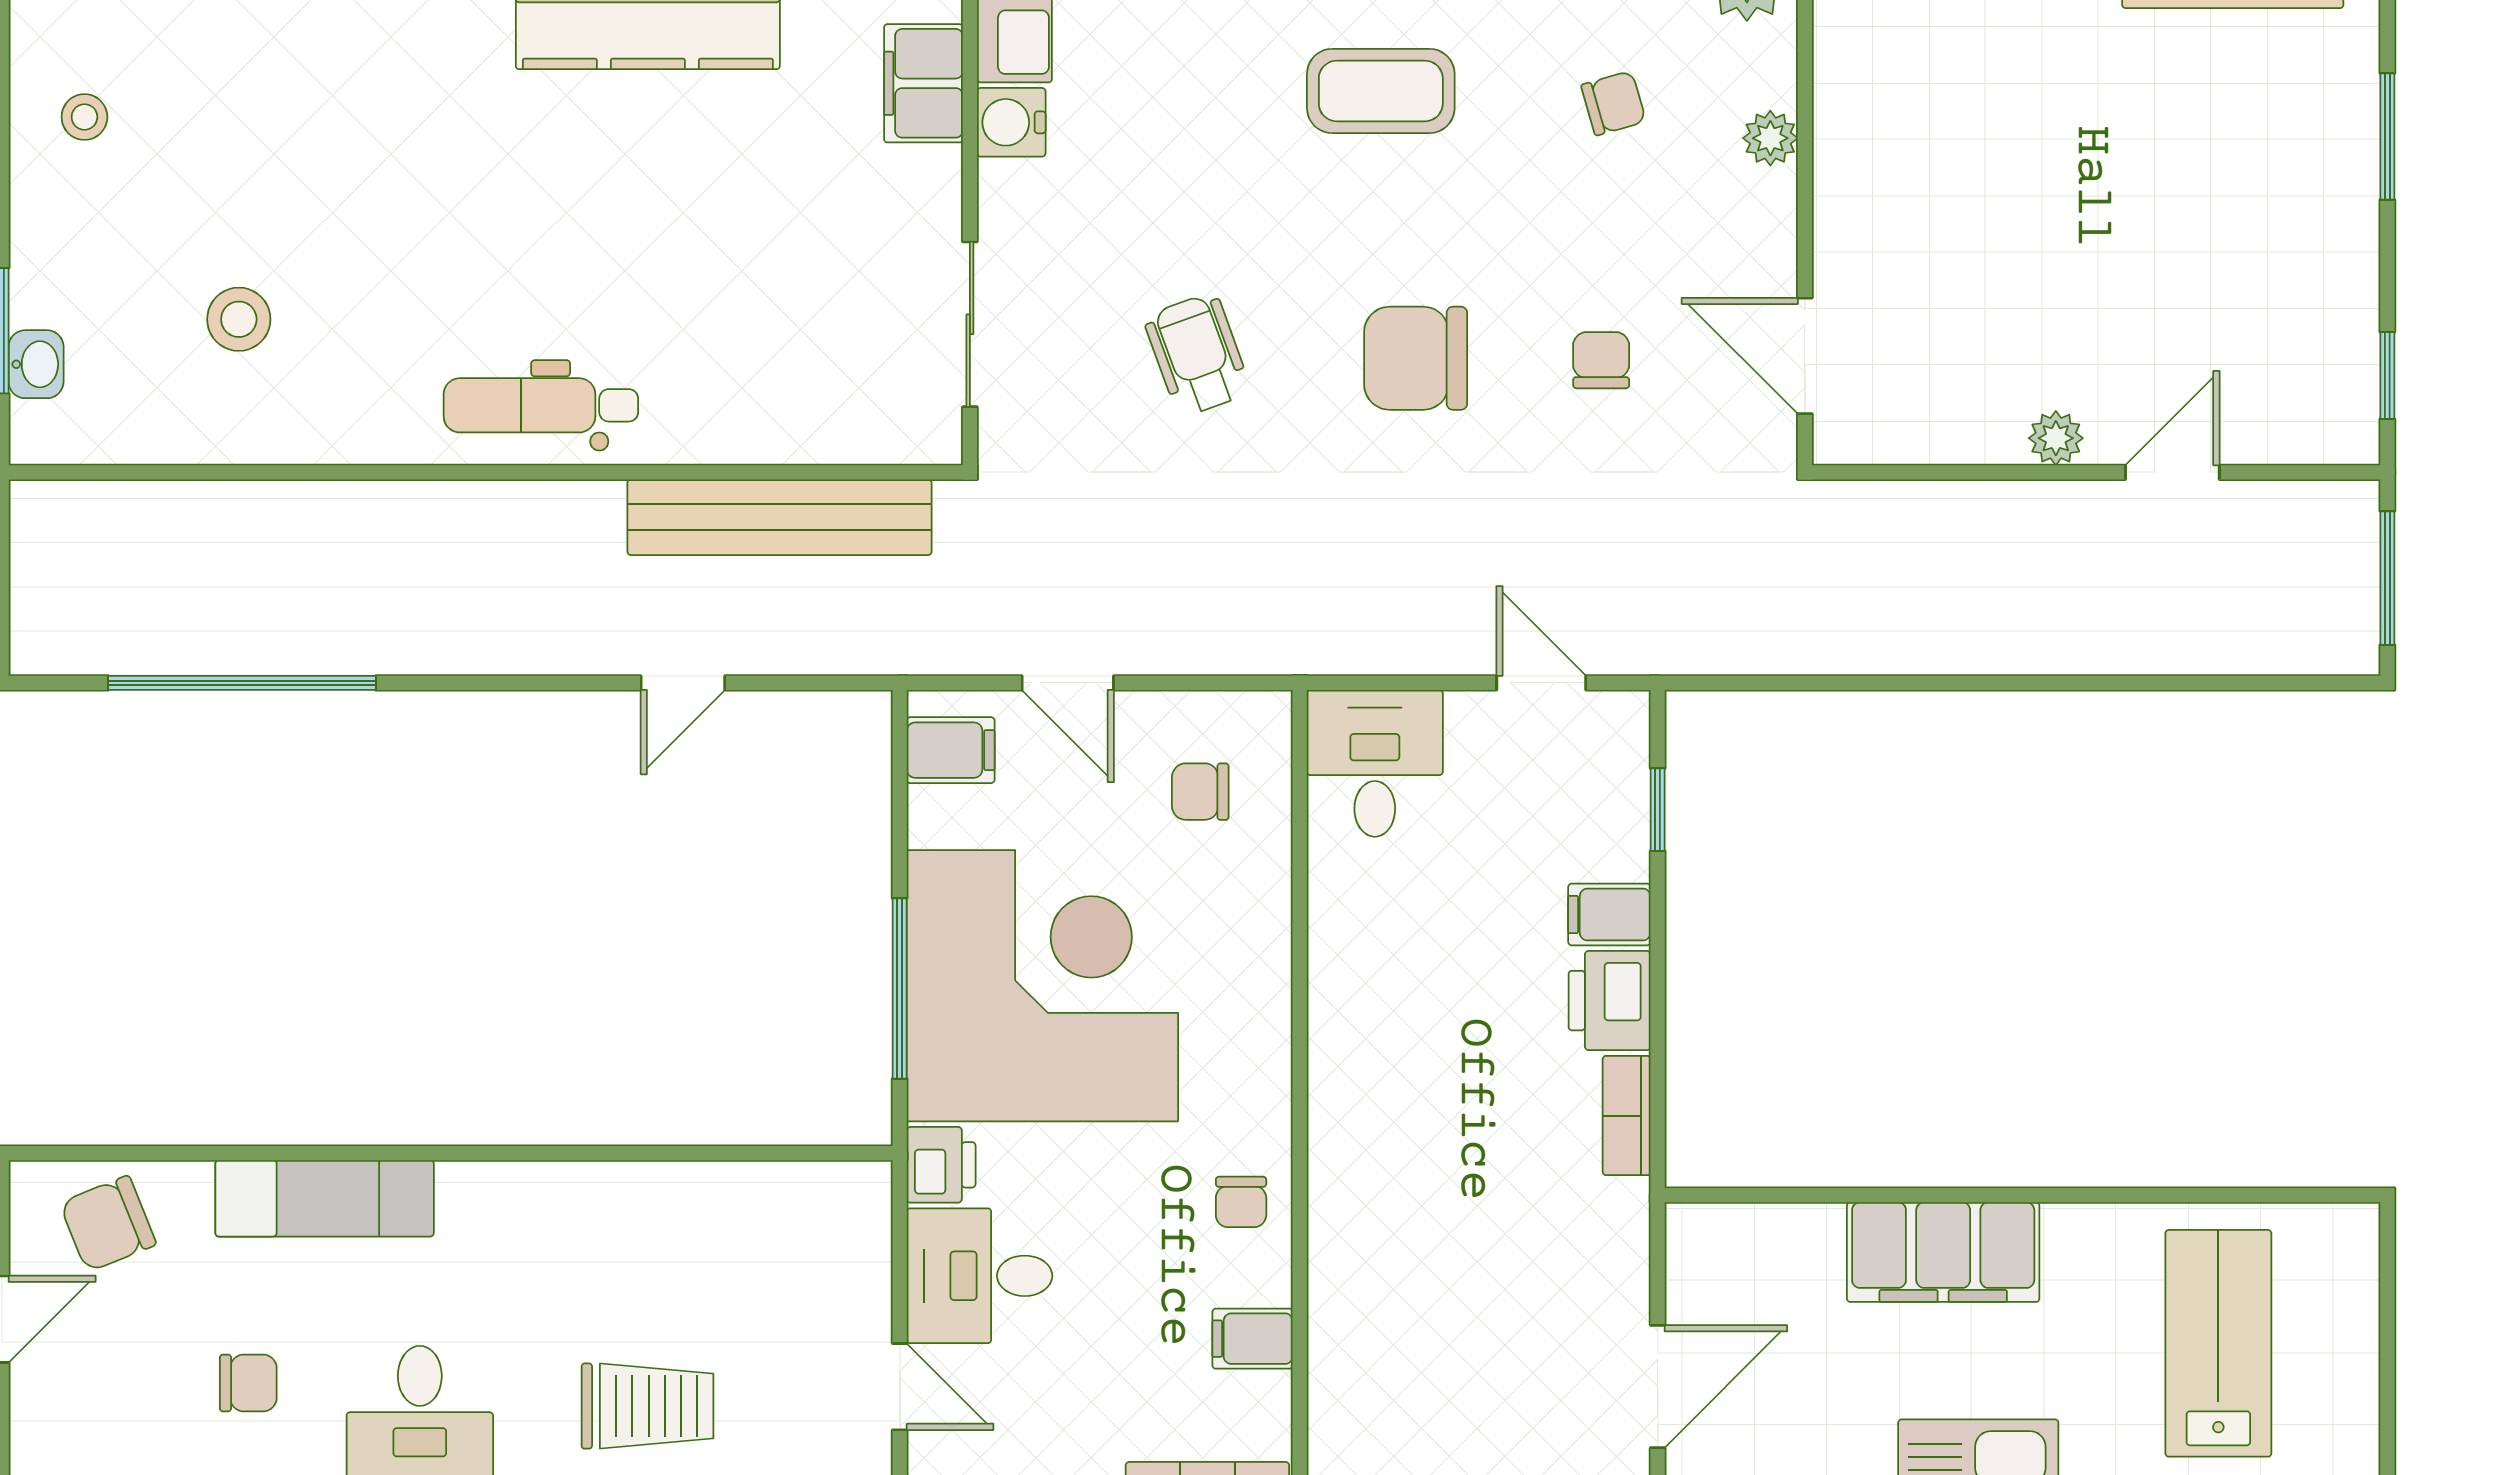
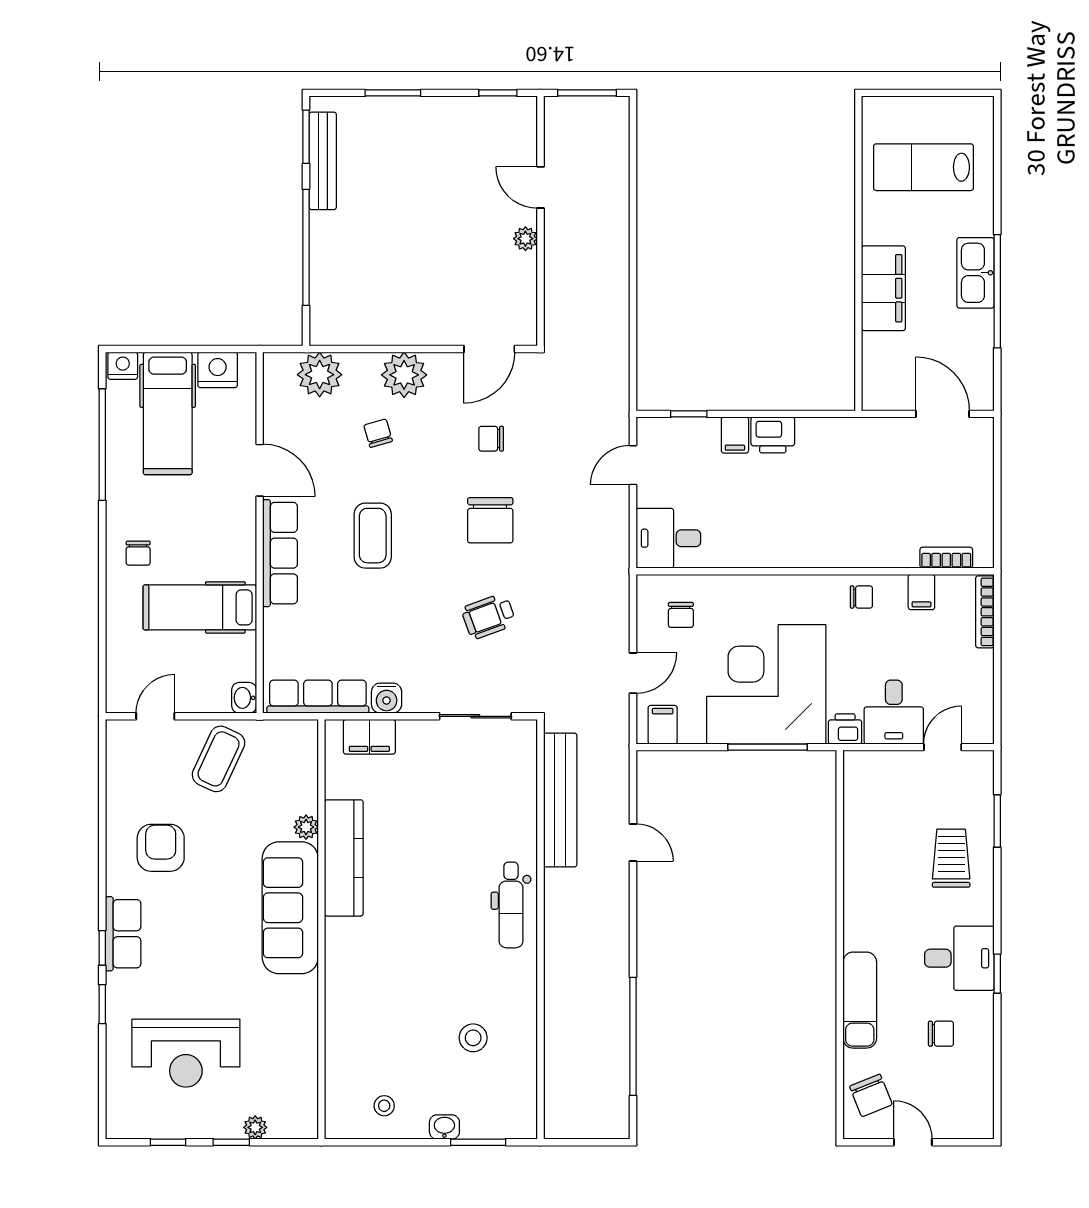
plant: (1770, 138) -> (404, 375), width x1.87, depth x1.87
washbasin: (36, 364) -> (444, 1127), moved
bookcase: (1627, 1116) -> (946, 558), moved, turned 180
chair: (248, 1383) -> (941, 1034), turned 90

